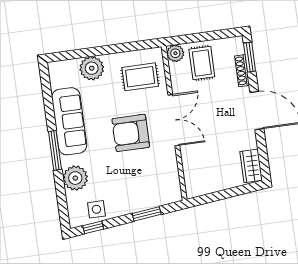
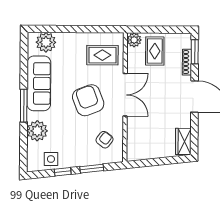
plant: (92, 68) -> (46, 42), moved
armchair: (131, 133) -> (88, 100), turned 69
armchair: (157, 177) -> (104, 140), added
window: (93, 227) -> (63, 172), moved

